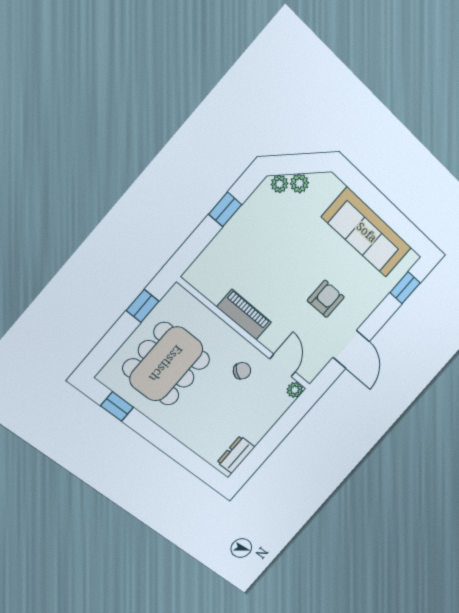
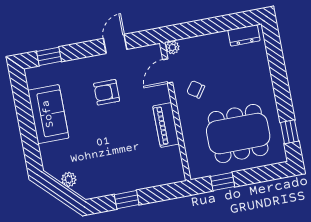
plant: (280, 184) -> (82, 189), removed
sofa: (367, 232) -> (48, 114), width x0.73
door: (351, 349) -> (115, 44), width x0.73

